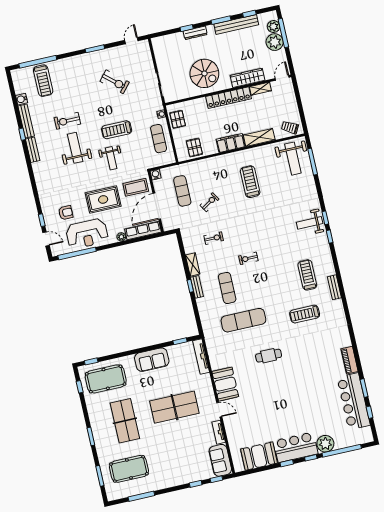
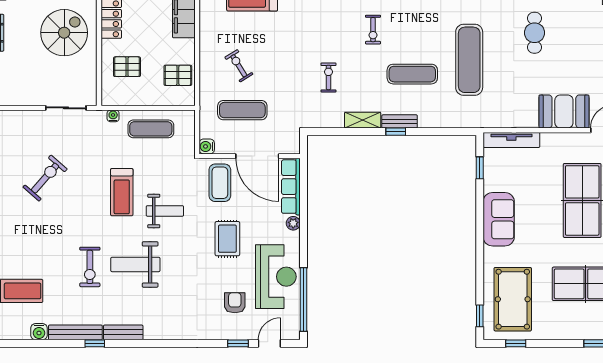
pallet: (178, 119) -> (127, 67), moved
rug: (103, 199) -> (227, 239), width x0.73, depth x0.70
exercise bike: (210, 202) -> (239, 66), moved

